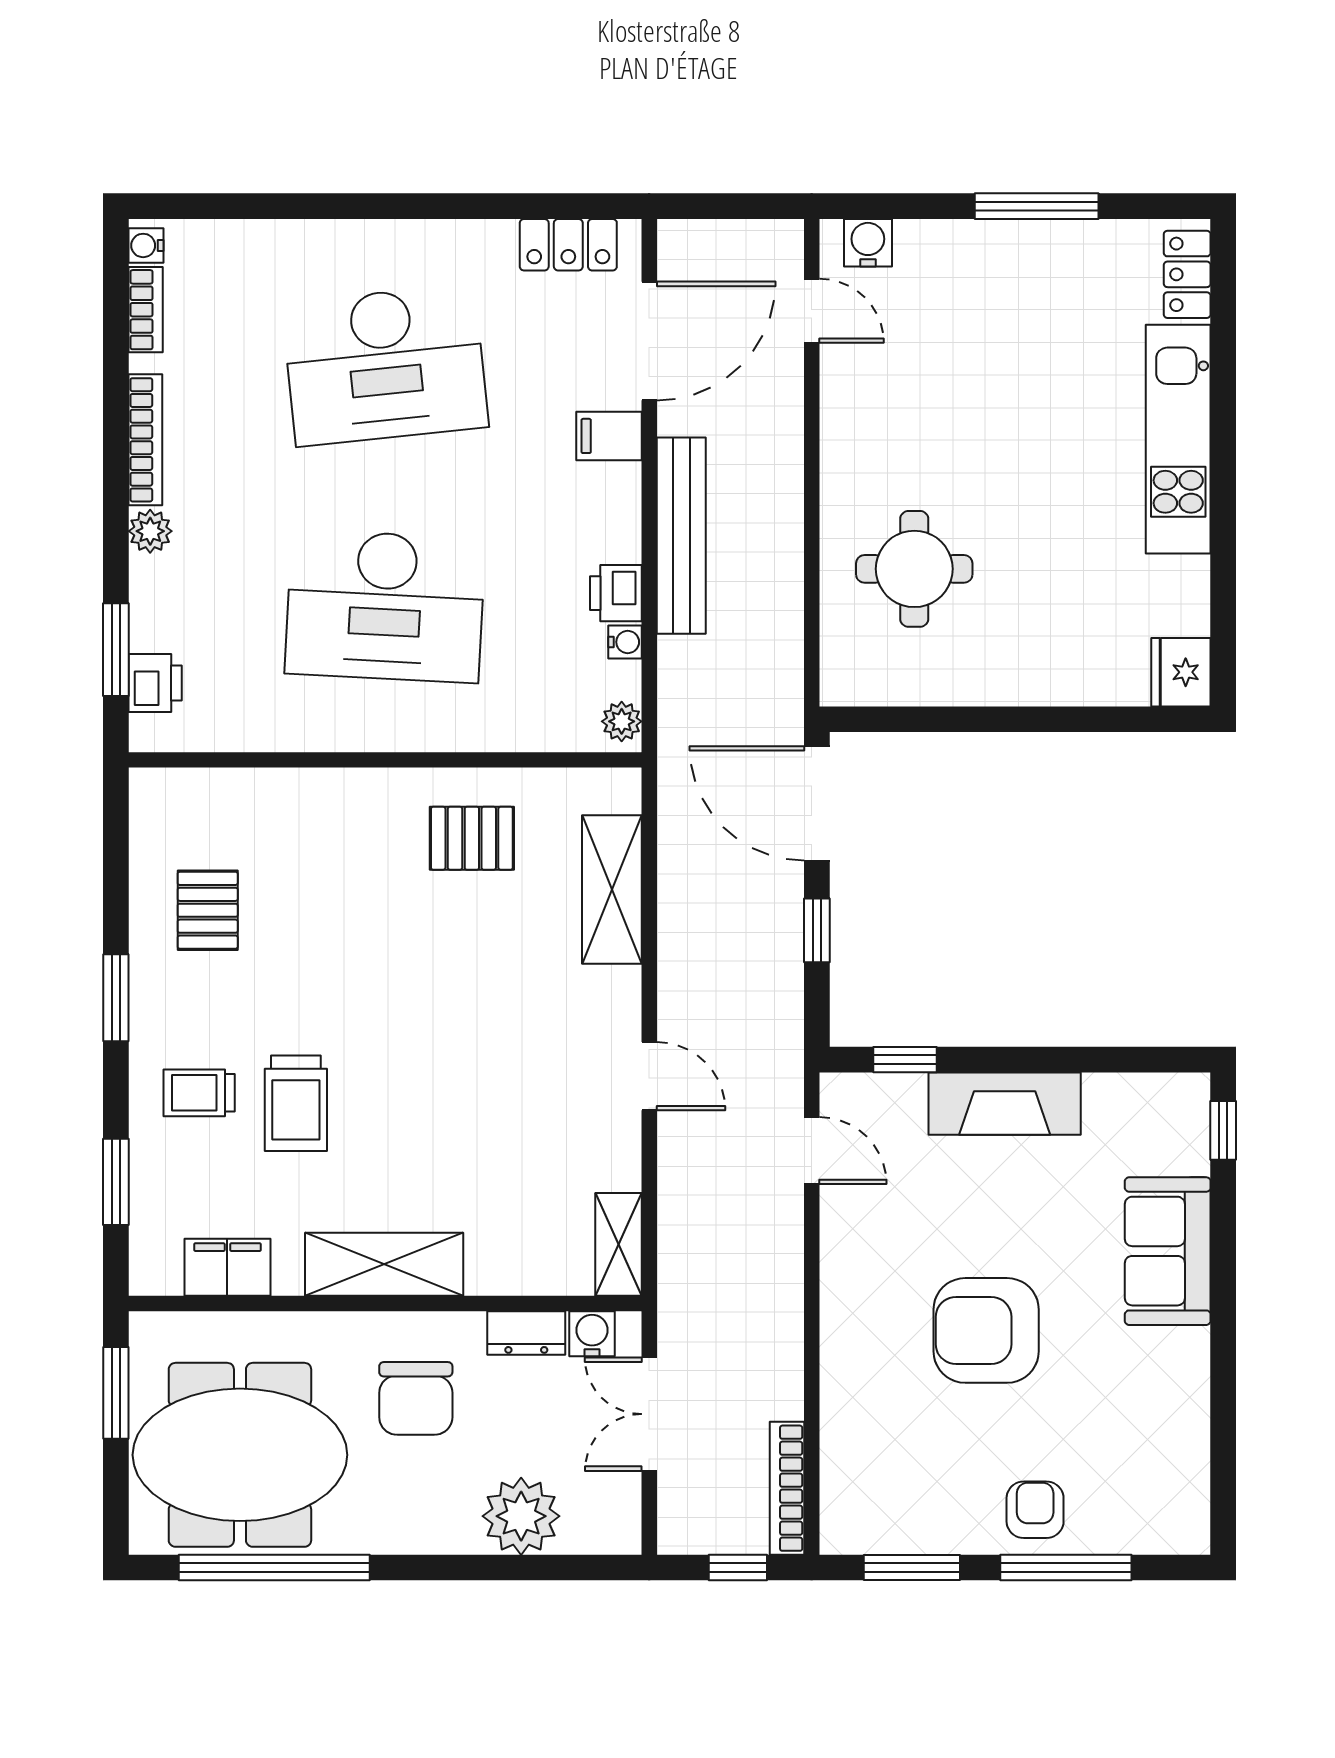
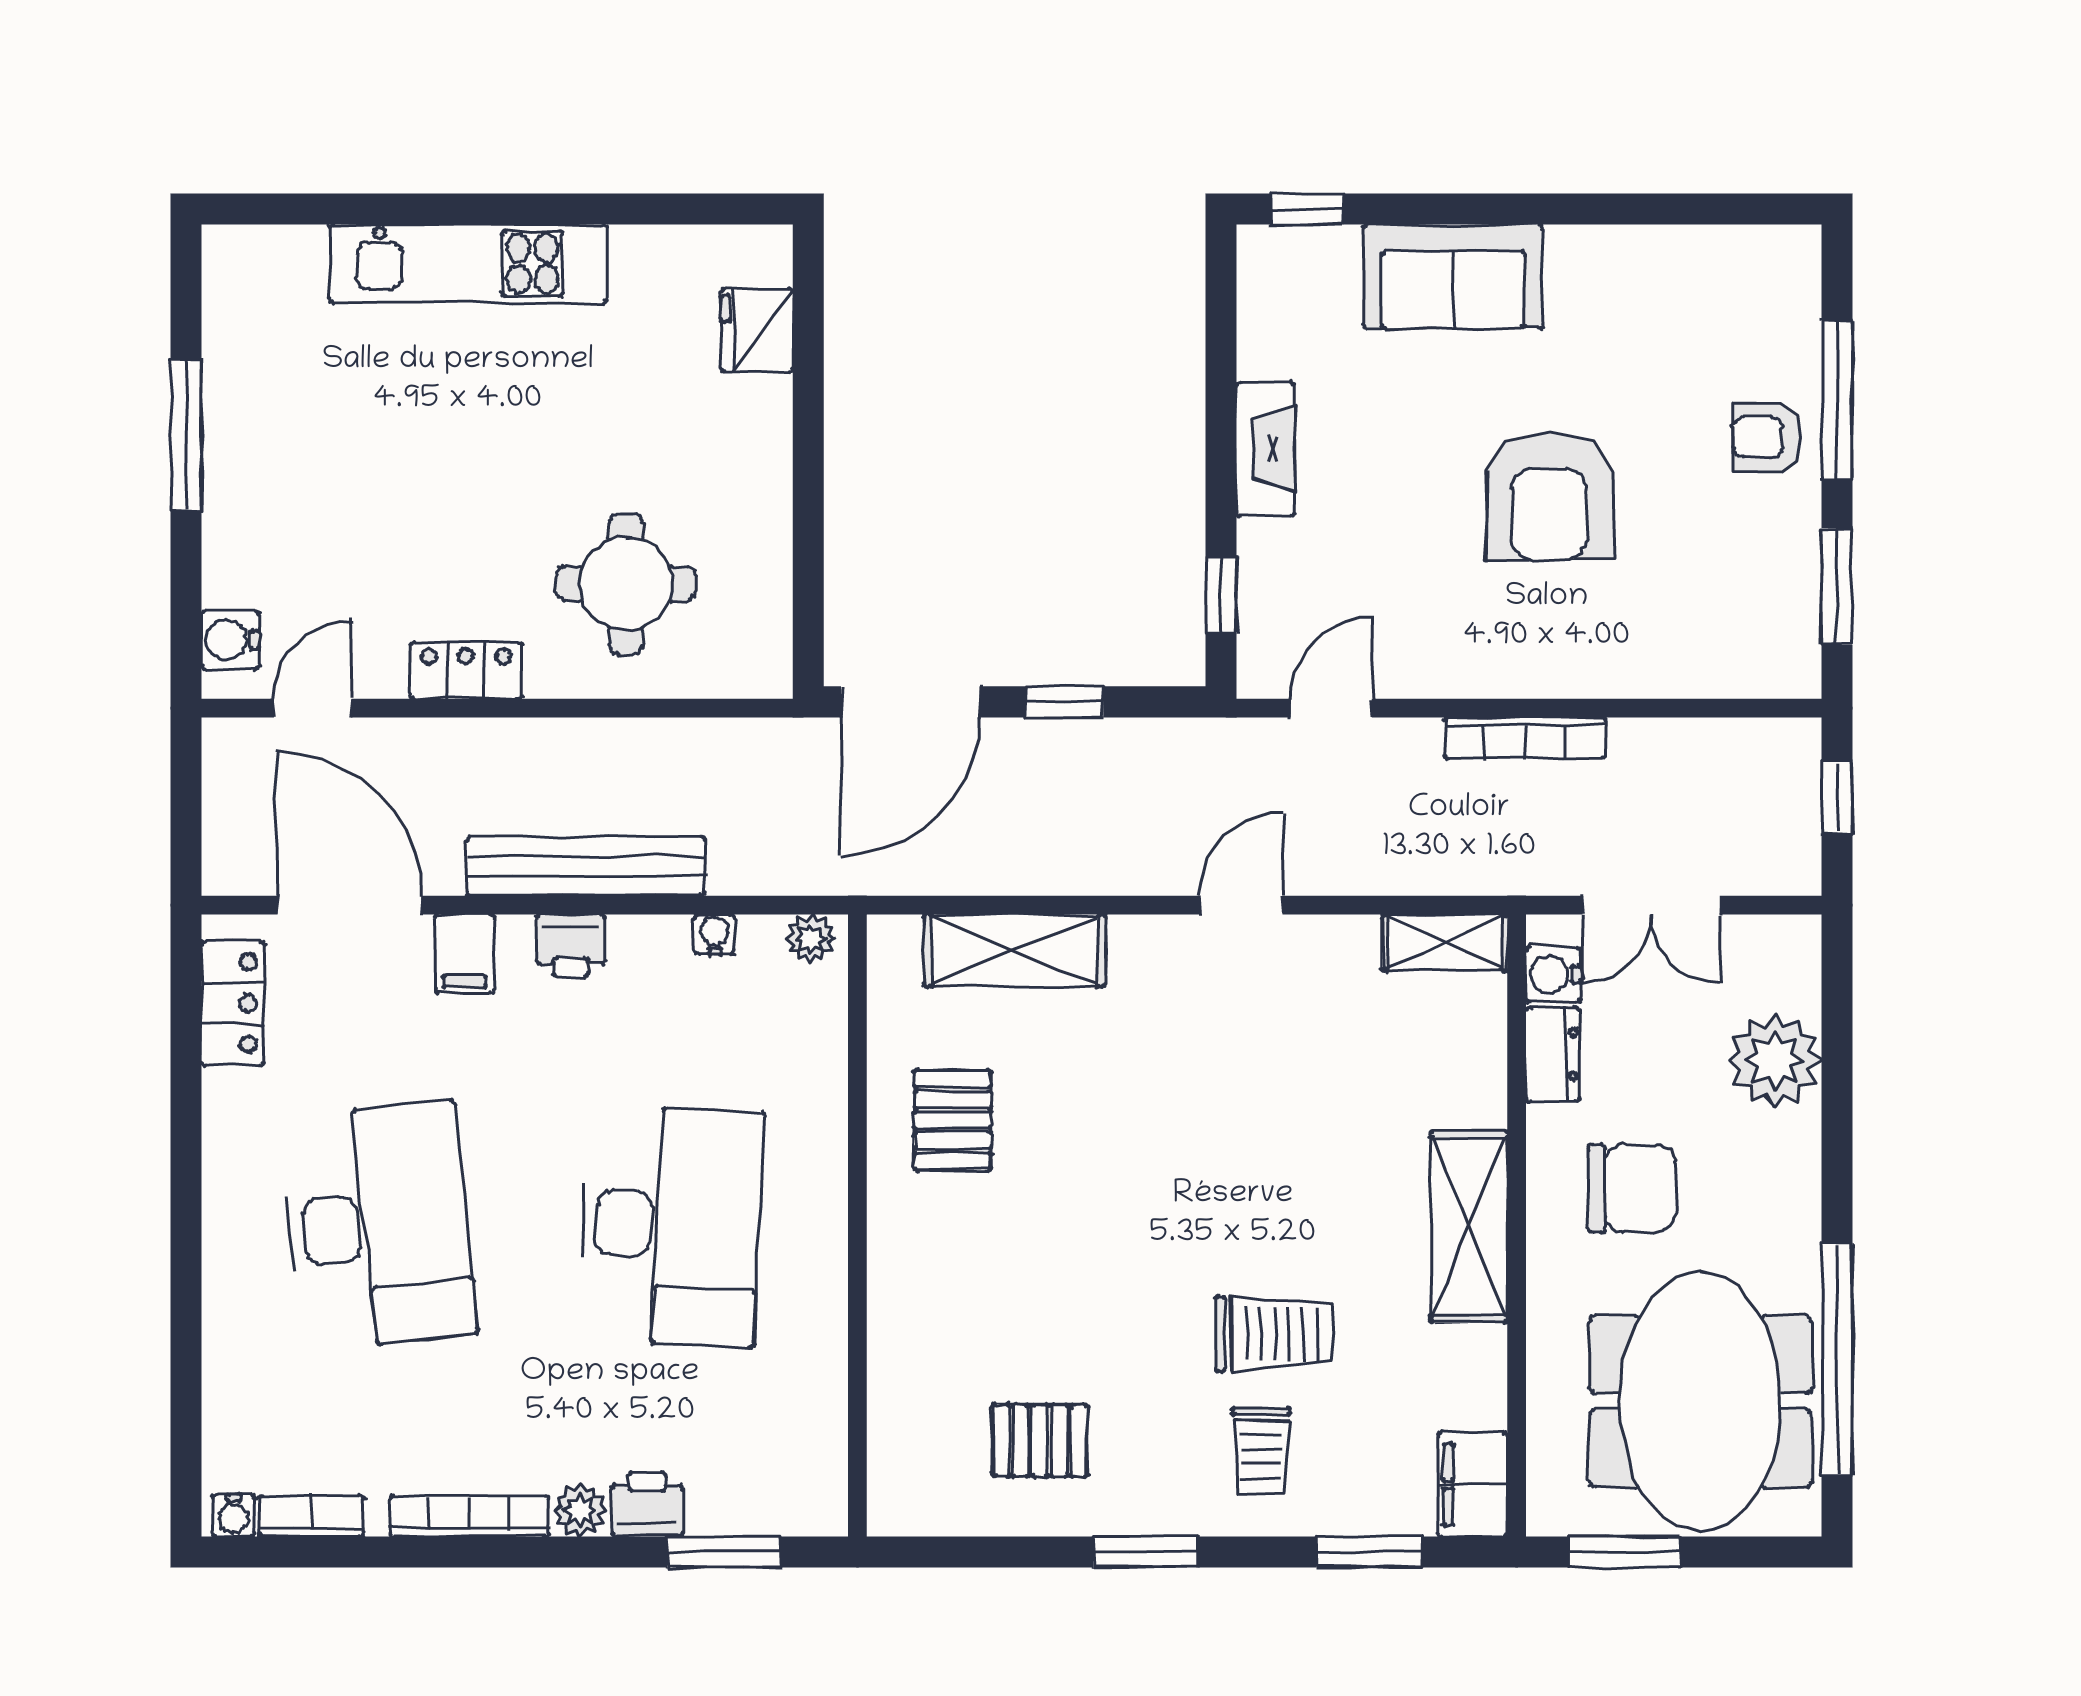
locker: (1187, 274) -> (466, 670), moved, turned 180
printer: (616, 593) -> (571, 946), moved
fridge: (1181, 672) -> (757, 330), moved, turned 90
printer: (155, 683) -> (647, 1504), moved
fireplace: (1005, 1104) -> (1265, 449), width x0.73, depth x0.76
filing cabinet: (227, 1267) -> (1473, 1485), moved
bookcase: (787, 1488) -> (1525, 738), moved

